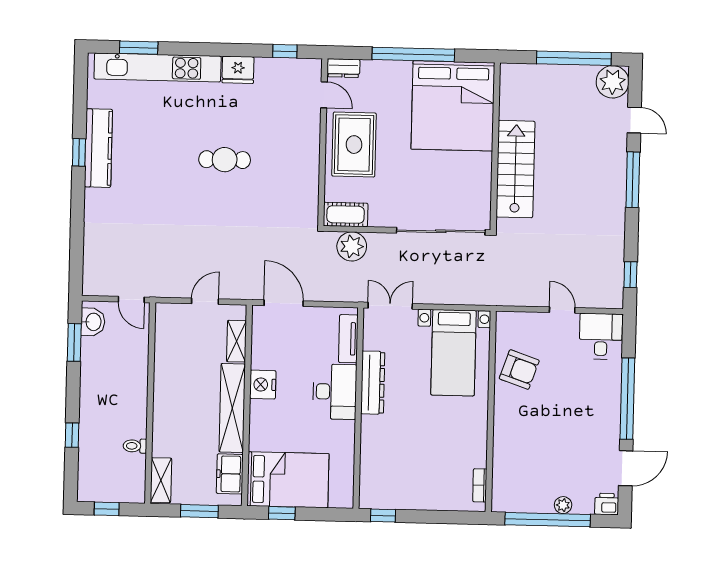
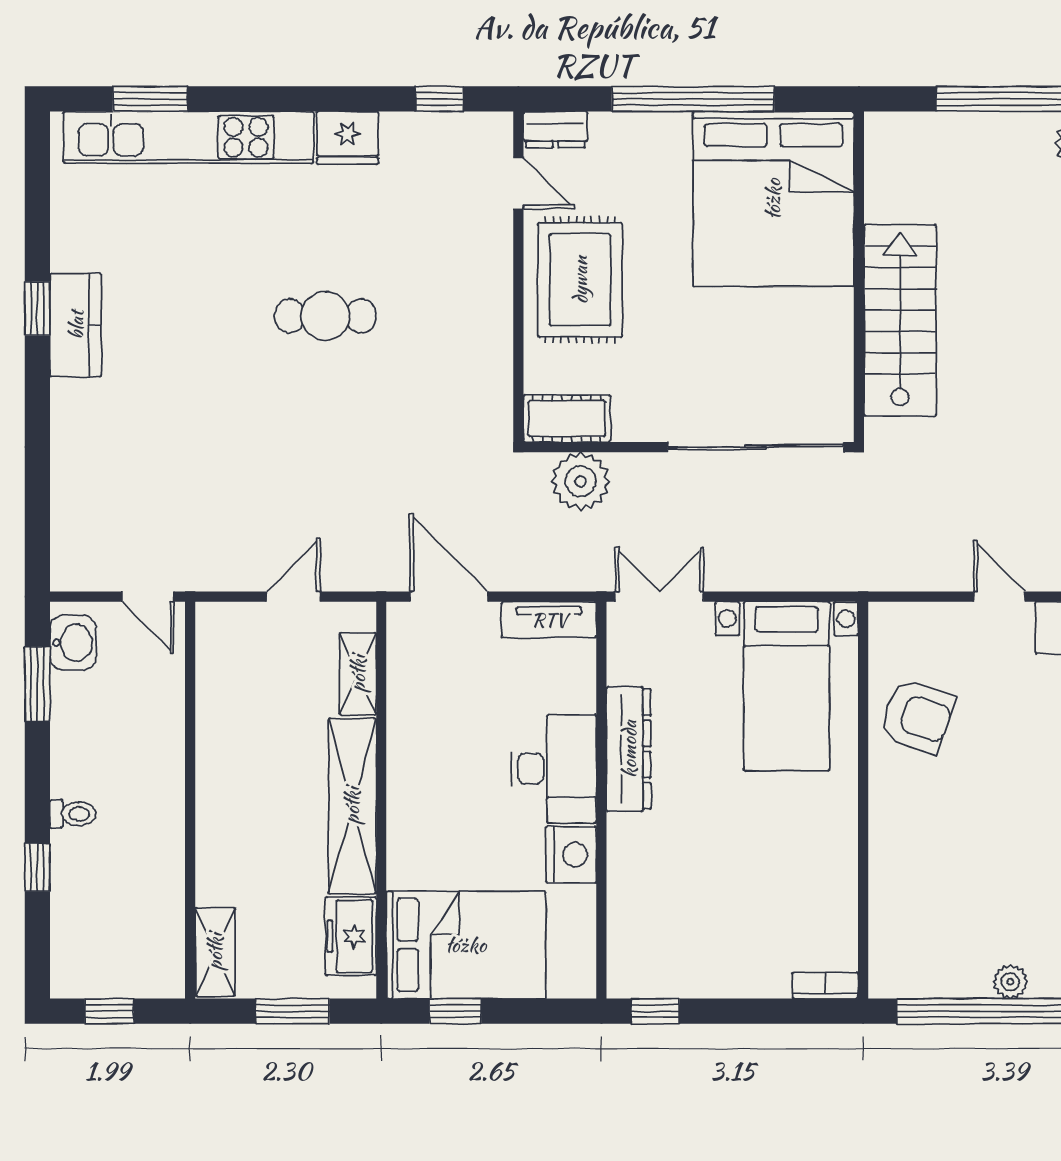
kitchen counter: (98, 148) -> (76, 325), width x0.67
tv unit: (348, 339) -> (549, 620), moved, turned -90
nightstand: (263, 385) -> (571, 855), moved, turned 180
toilet: (135, 446) -> (73, 814), moved, turned 180
bookcase: (480, 485) -> (825, 986), moved, turned 90

